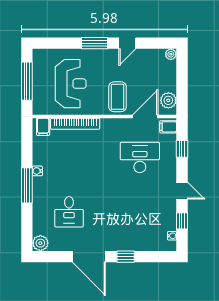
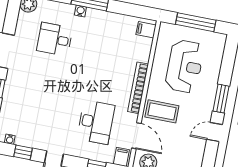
door: (127, 43) -> (215, 132), hinge flipped
reception desk: (71, 84) -> (185, 66), turned -90
bookcase: (75, 124) -> (138, 88), moved
water cooler: (37, 171) -> (80, 11), moved

